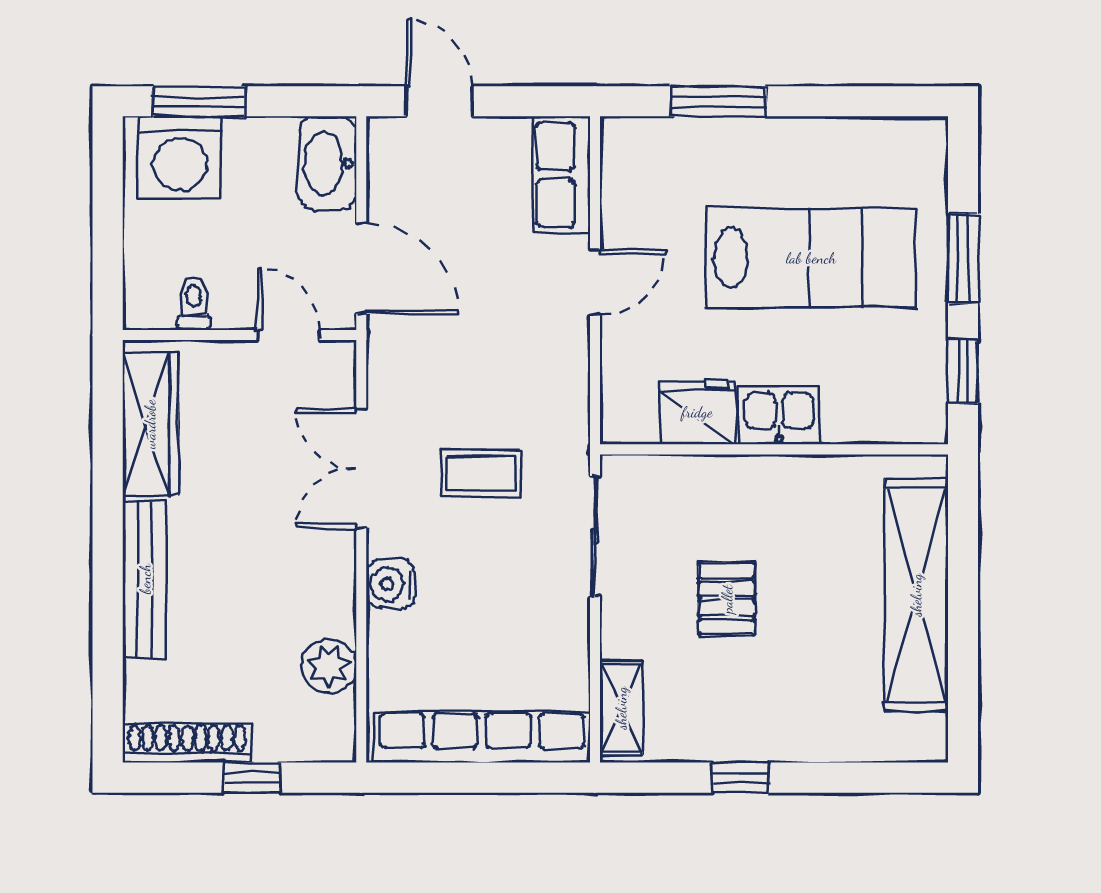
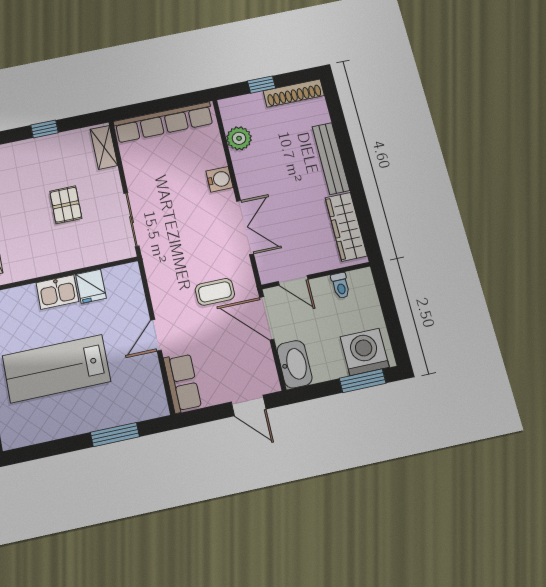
fridge: (697, 412) -> (91, 286), width x0.72
coffee table: (481, 474) -> (215, 292), moved

